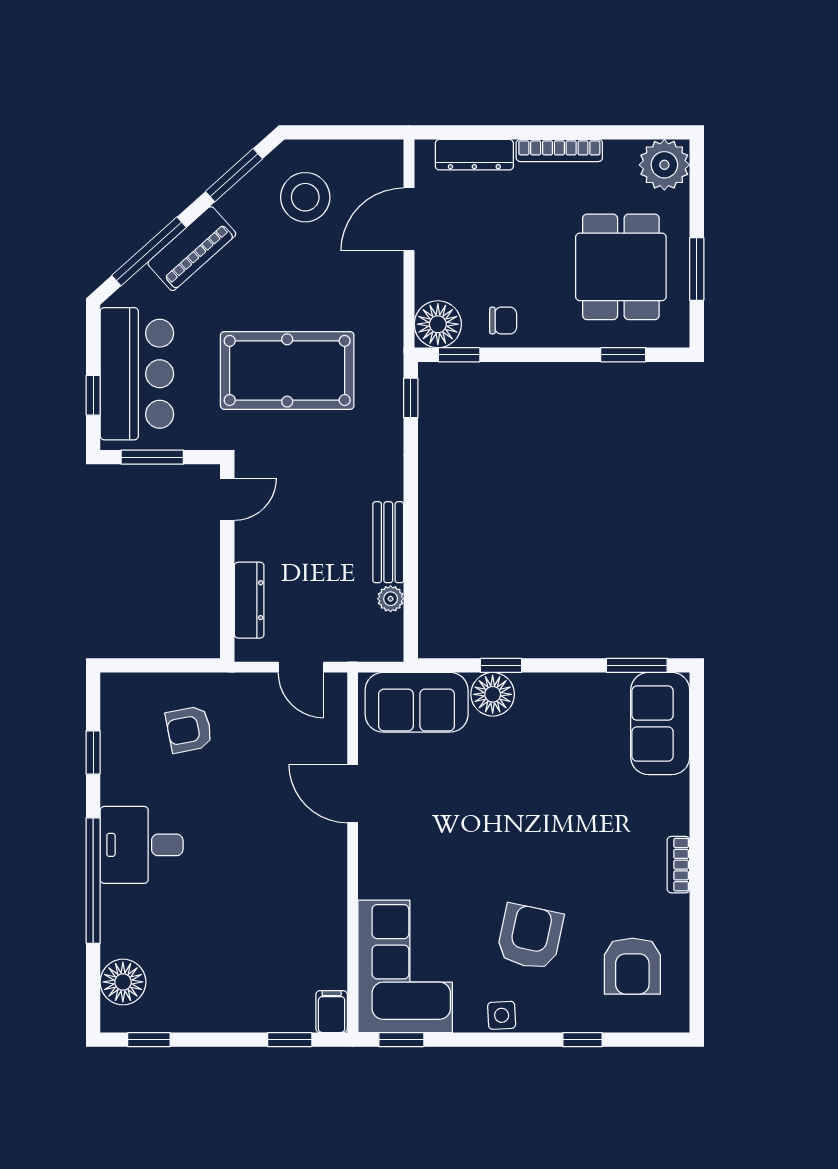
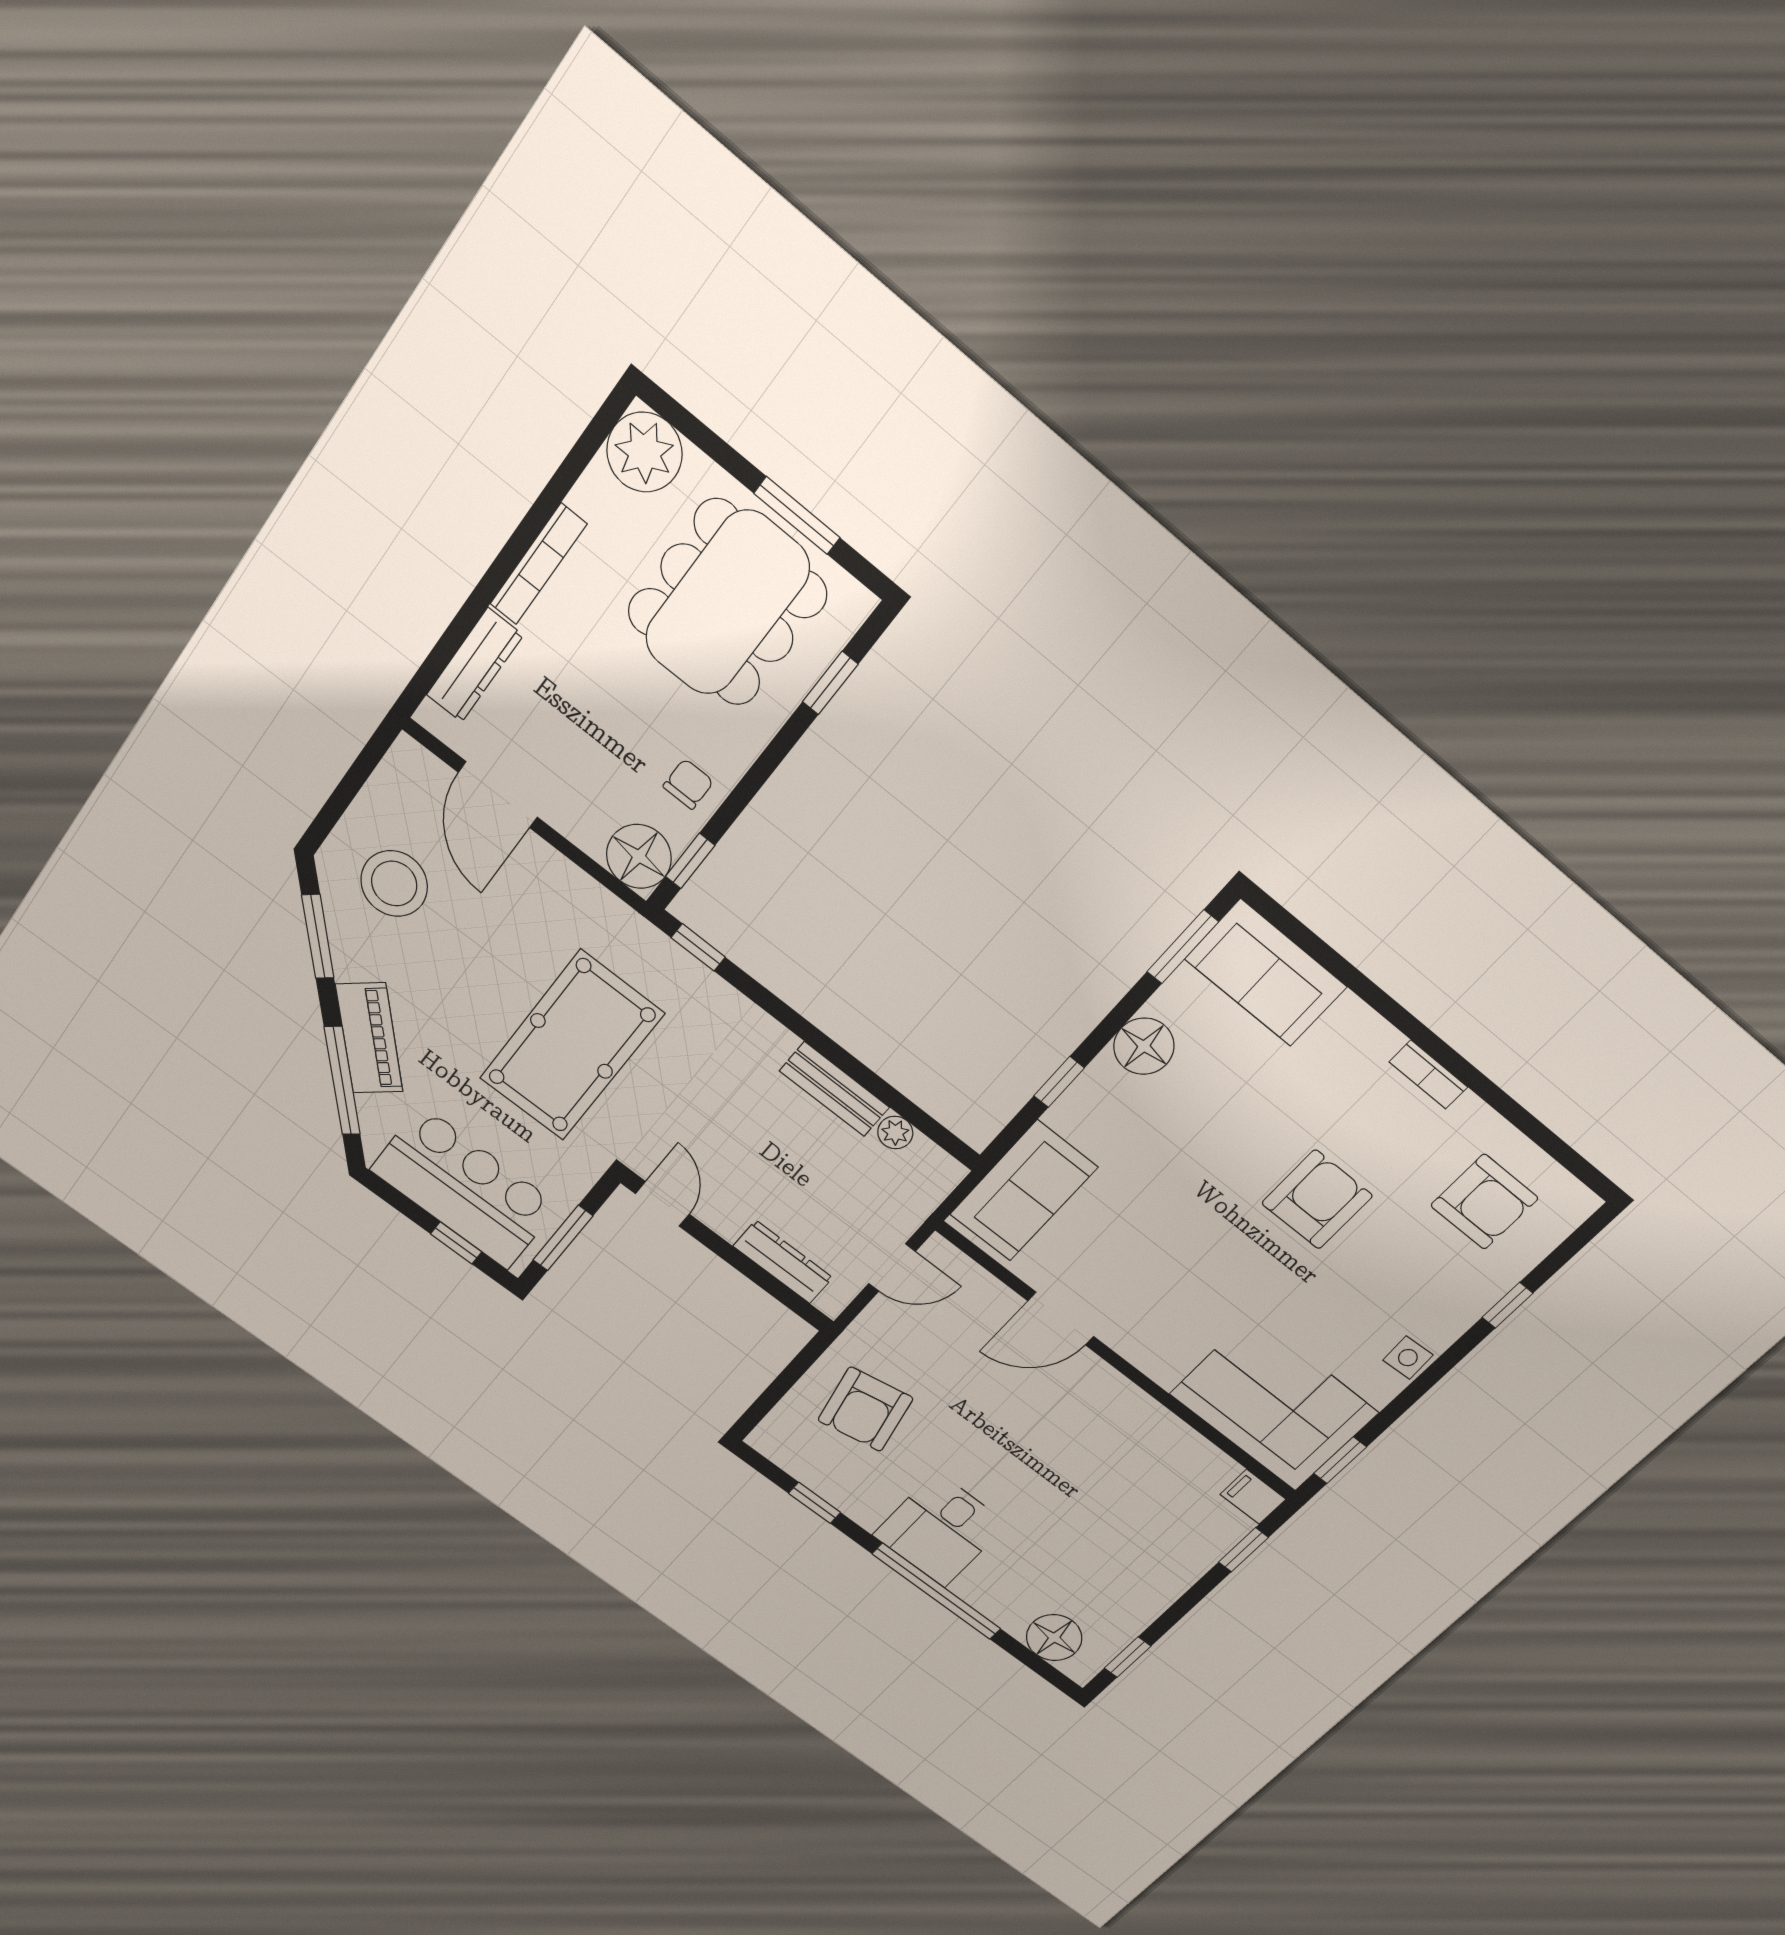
dining table: (621, 267) -> (727, 603), width x1.38
floor lamp: (493, 694) -> (1144, 1046), moved
armchair: (189, 729) -> (865, 1409), width x1.38, depth x1.38
armchair: (530, 937) -> (1317, 1200), moved, turned 78

